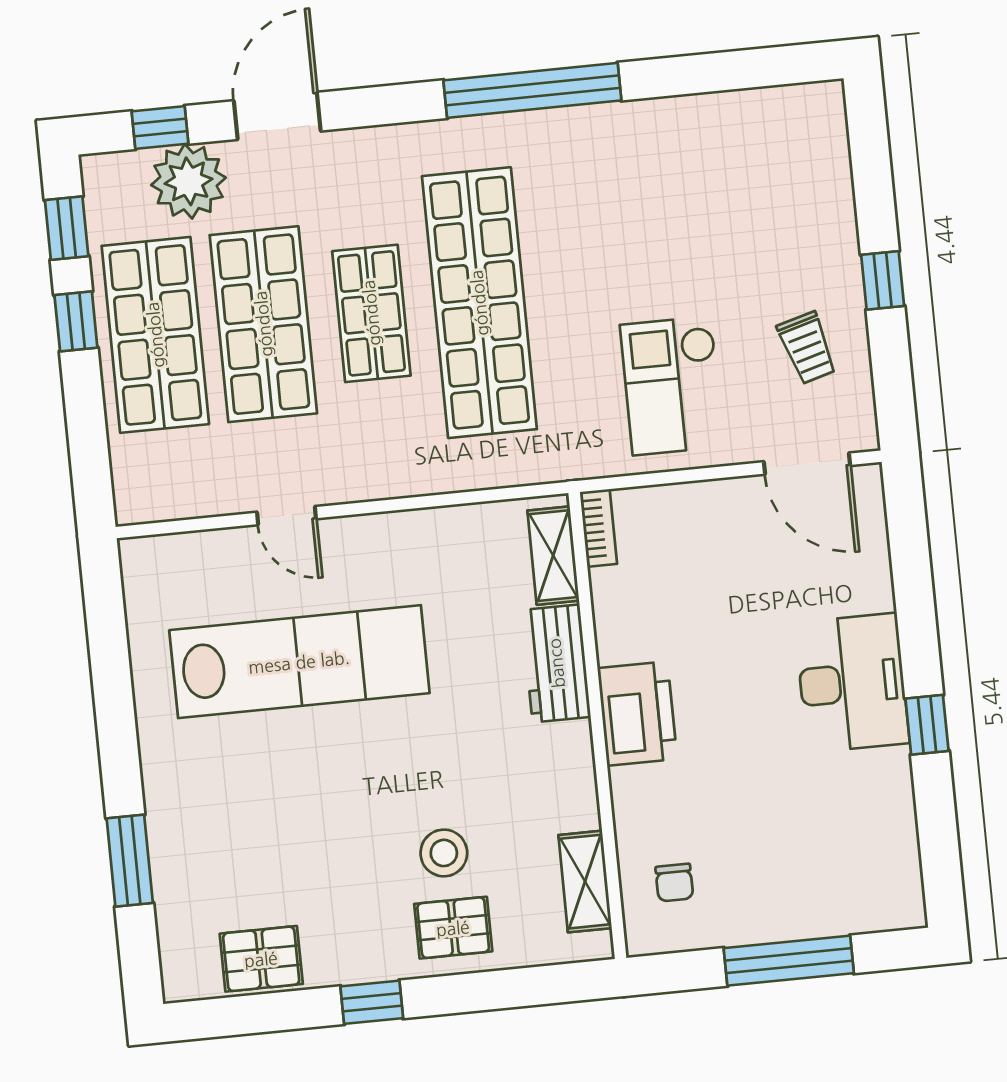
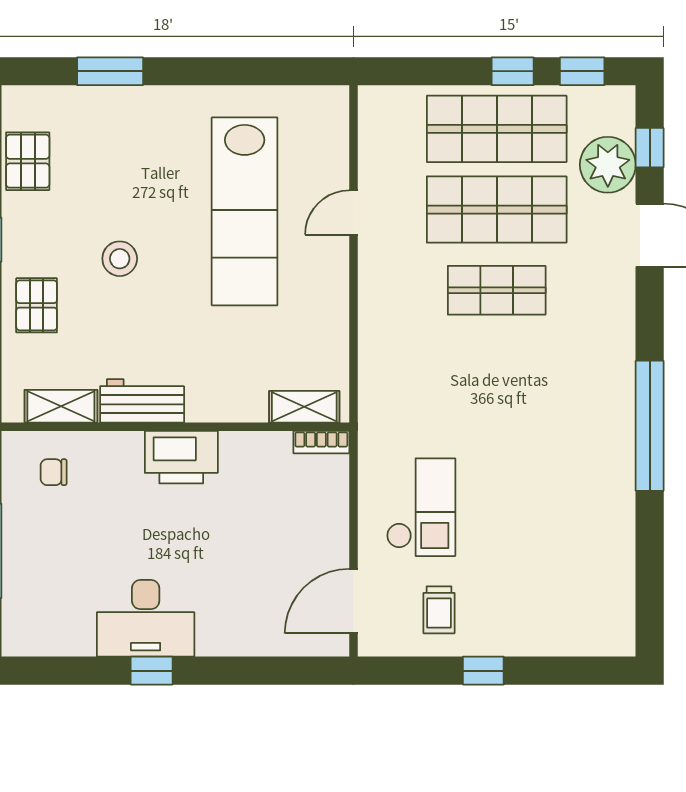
shop shelf: (479, 303) -> (497, 371), removed
trolley: (807, 348) -> (439, 610), turned -74
checkout: (672, 386) -> (421, 507), turned 90
workbench: (556, 663) -> (142, 401), moved
desk: (852, 683) -> (146, 618), moved
stool: (444, 853) -> (120, 259), moved

